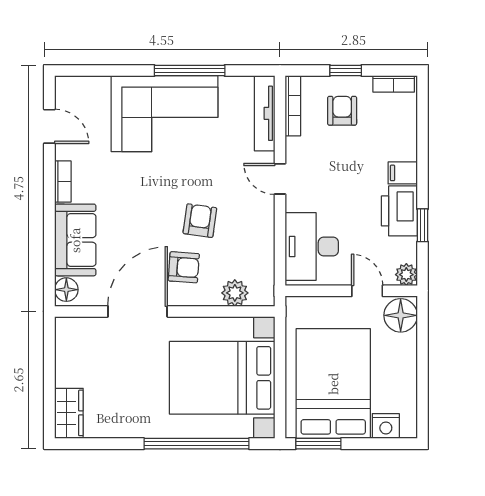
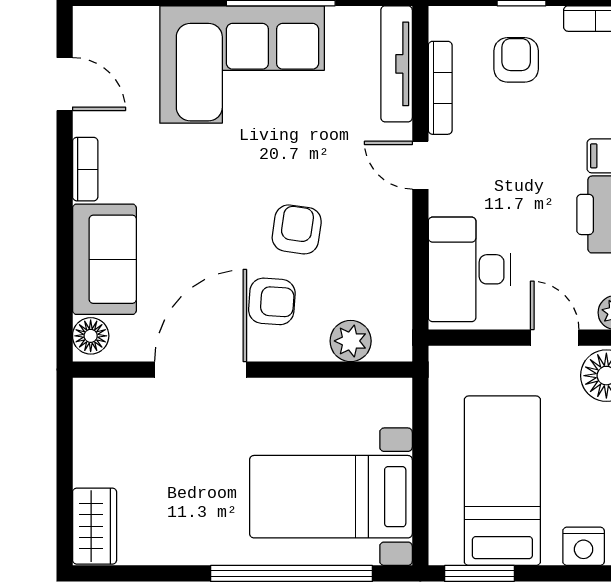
bookcase: (293, 106) -> (440, 88), moved
bed with nightstands: (222, 378) -> (331, 497), width x0.73
bed: (333, 384) -> (502, 481), width x0.67

